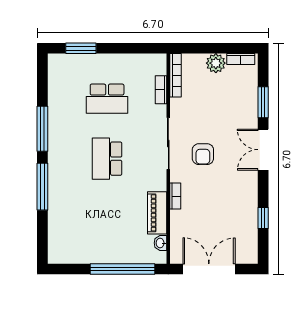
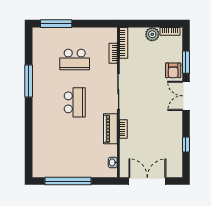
window: (81, 48) -> (56, 24), width x1.44
armchair: (203, 154) -> (173, 70), moved
school desk: (107, 159) -> (75, 102), turned 180
window: (42, 187) -> (29, 122), removed
piano: (157, 213) -> (110, 129), moved
window: (123, 269) -> (68, 181), moved

